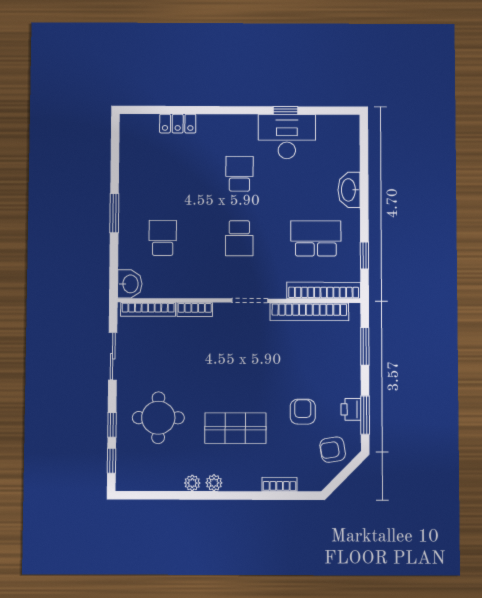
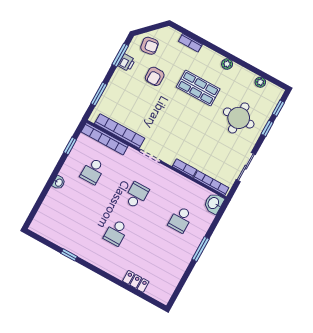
desk: (287, 137) -> (77, 239), removed
washbasin: (349, 190) -> (59, 183), width x0.52, depth x0.69
school desk: (316, 238) -> (93, 171), width x0.54
plant: (192, 483) -> (260, 82), moved

